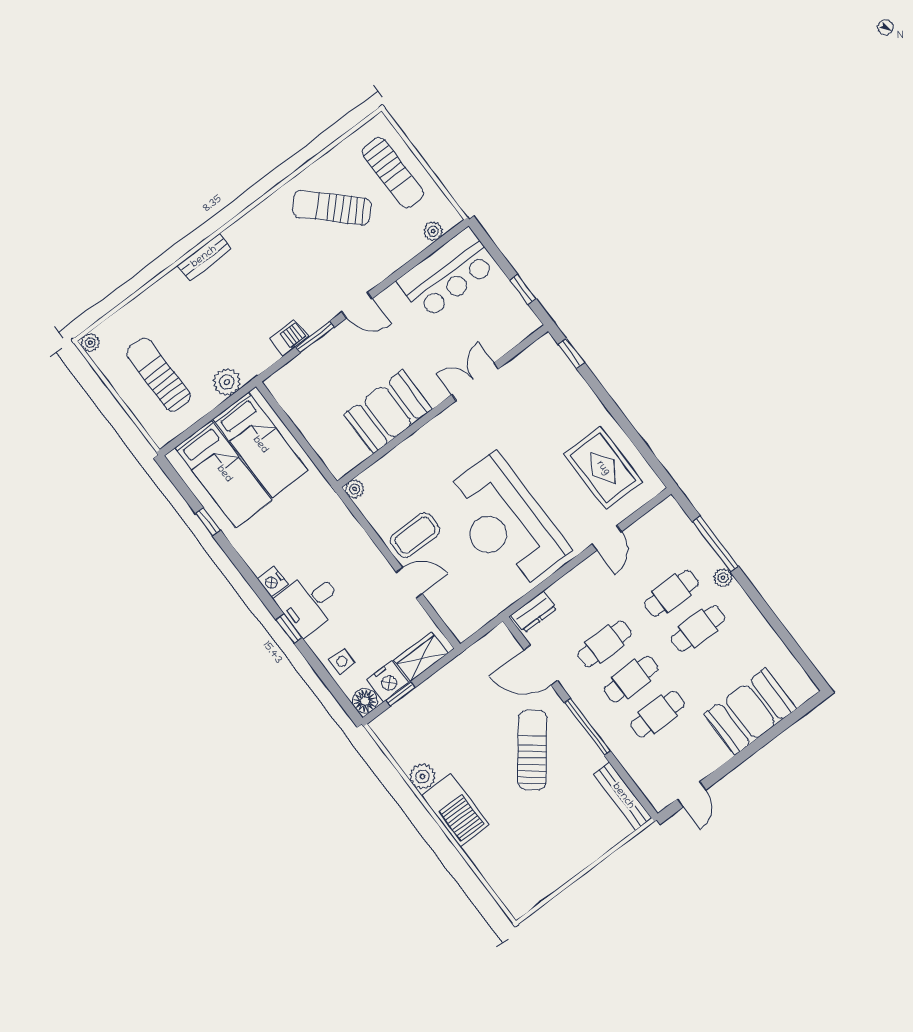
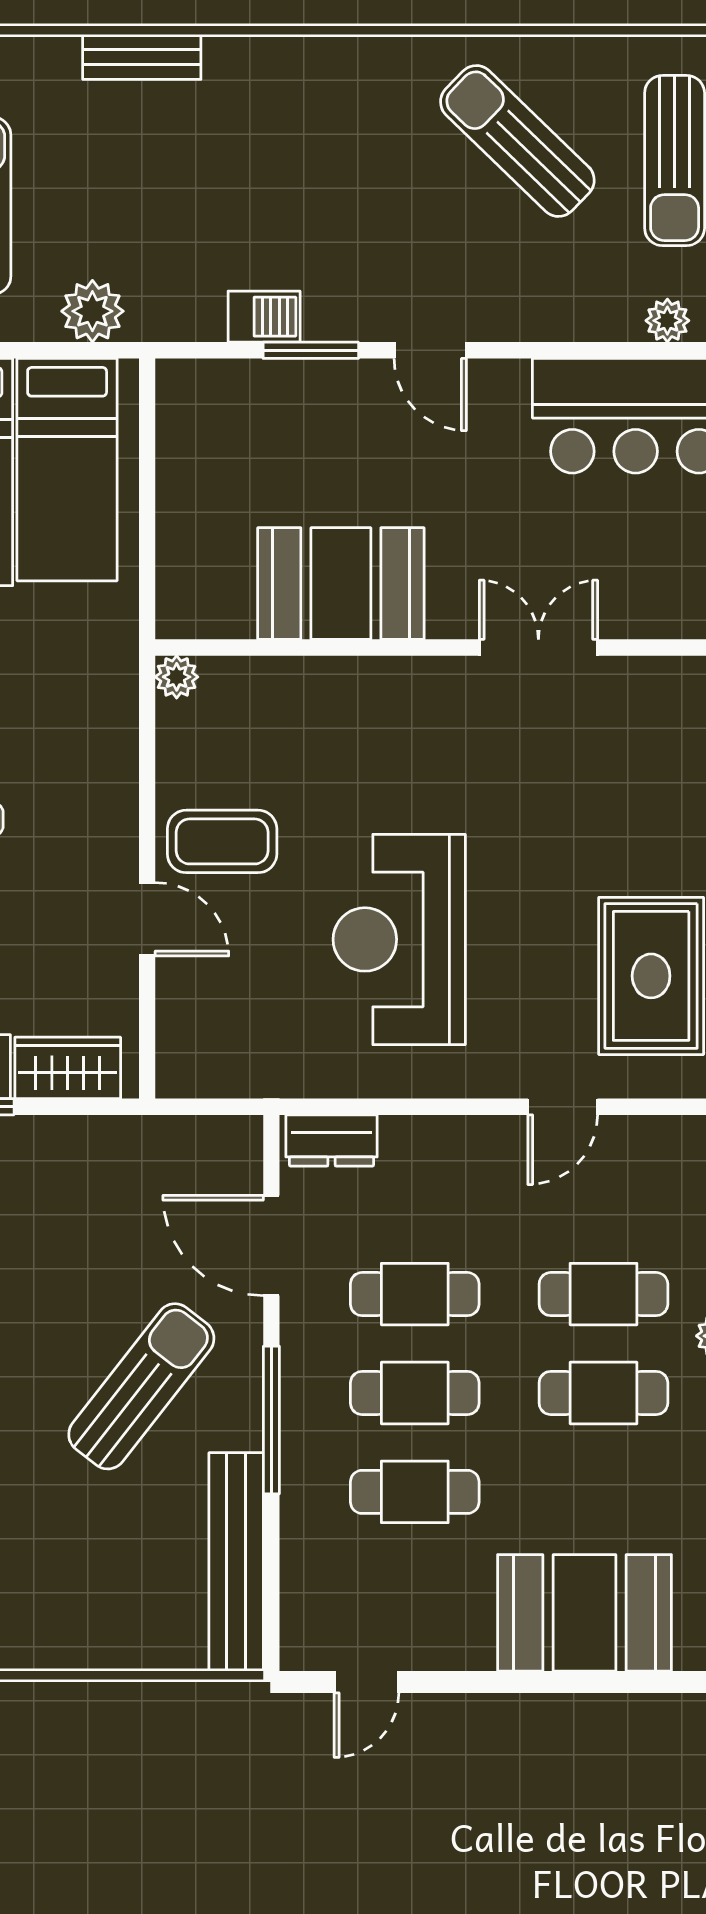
bench: (204, 257) -> (142, 57), moved
reception desk: (504, 522) -> (399, 939), width x0.74, depth x0.77
bench: (623, 796) -> (236, 1562), width x1.37, depth x1.21

